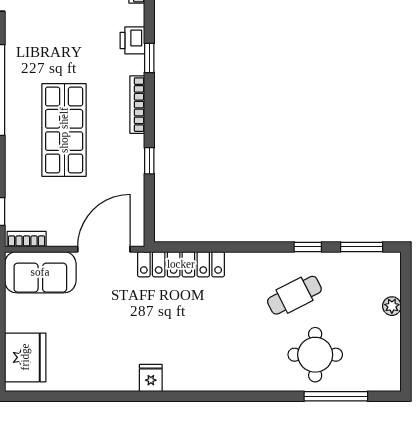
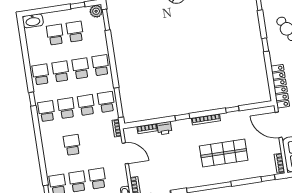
printer: (132, 40) -> (164, 128), moved
window: (308, 247) -> (265, 45), moved

